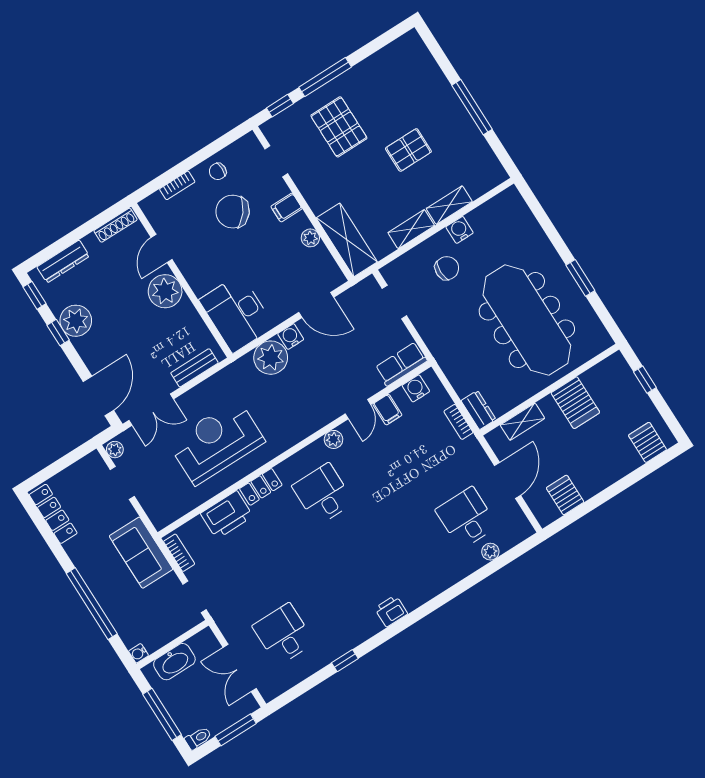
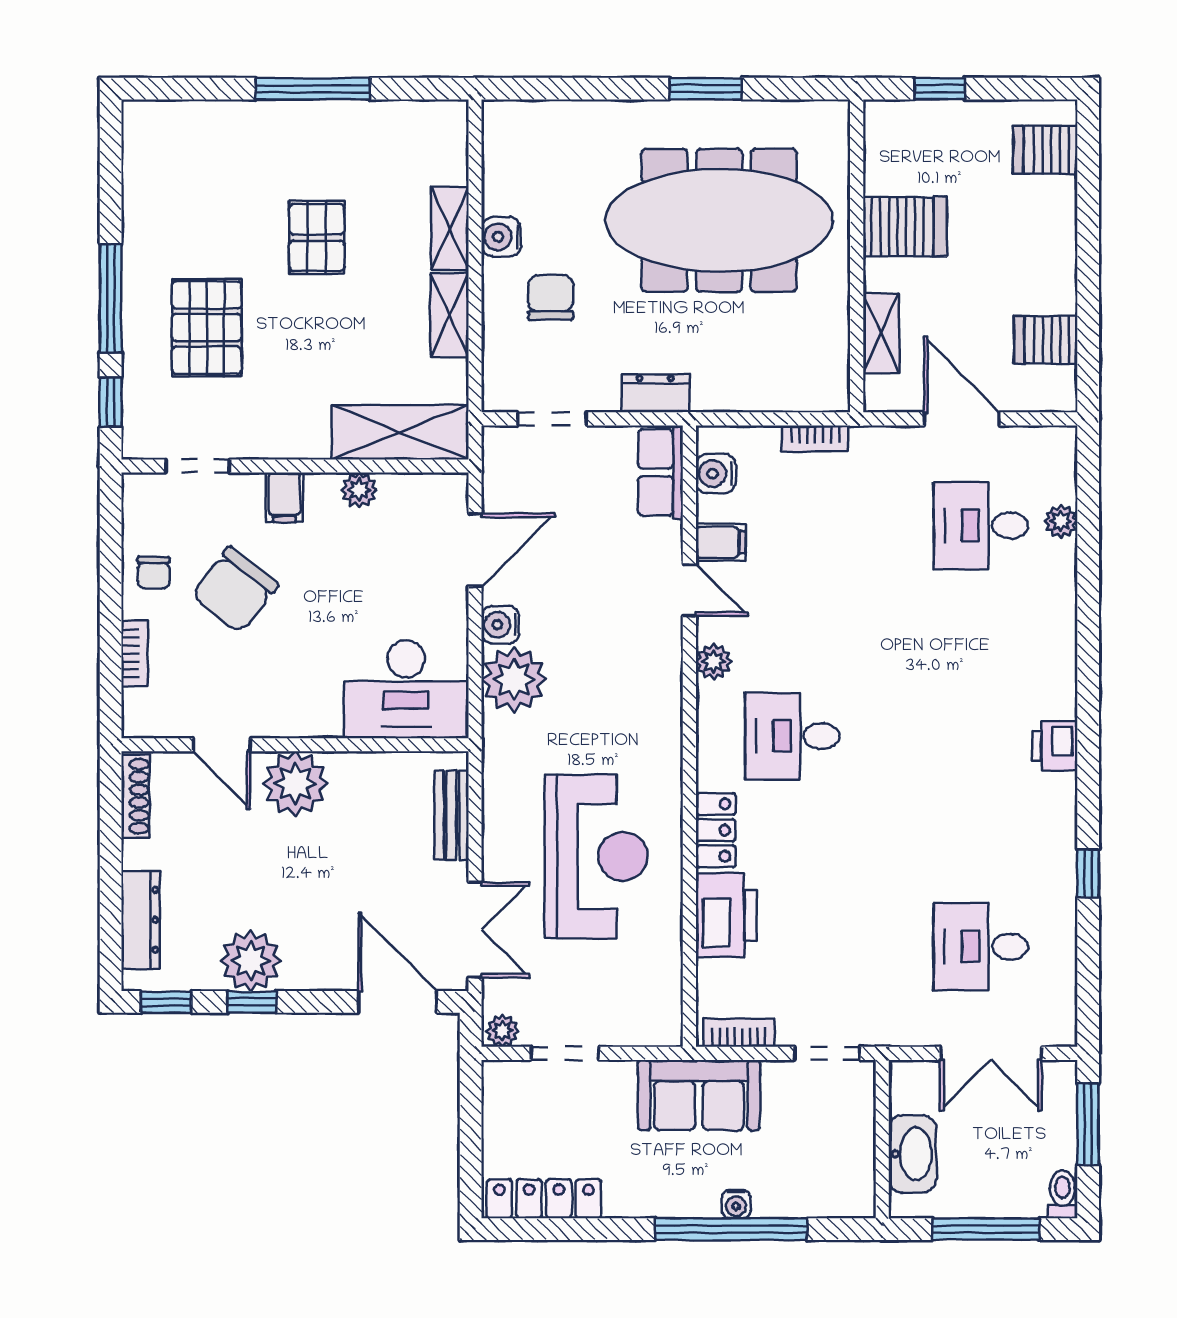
pallet: (339, 127) -> (207, 328), turned 90
dresser: (478, 410) -> (655, 393), moved
reception desk: (216, 442) -> (596, 856), turned 180
water cooler: (139, 653) -> (736, 1204), moved

